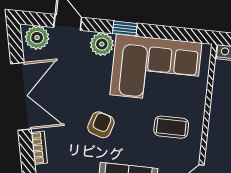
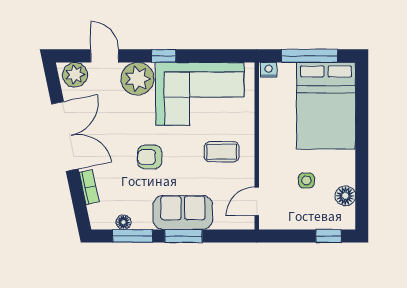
plant: (102, 44) -> (137, 79), width x1.36, depth x1.36
armchair: (101, 125) -> (150, 157), turned -107

